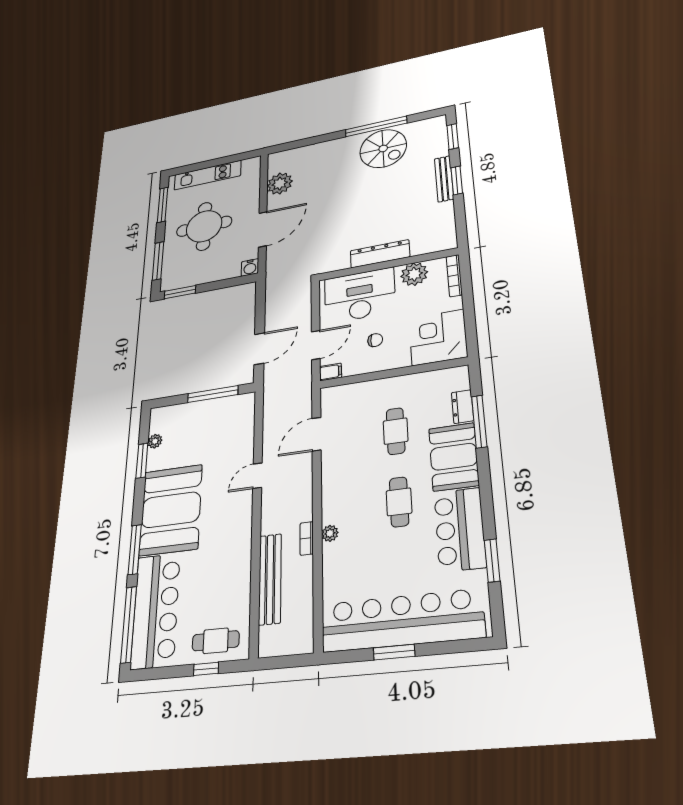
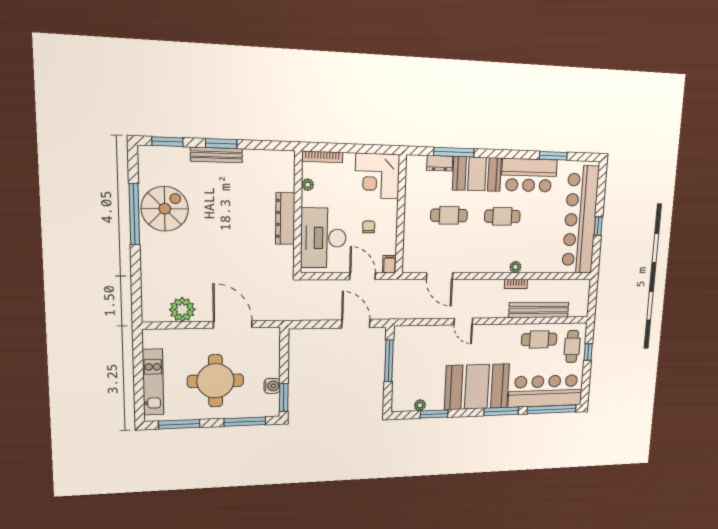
water cooler: (250, 267) -> (272, 386), moved
plant: (414, 274) -> (308, 185), width x0.53, depth x0.53
cafe table: (228, 587) -> (539, 339), added
window: (394, 652) -> (598, 226), width x0.67

